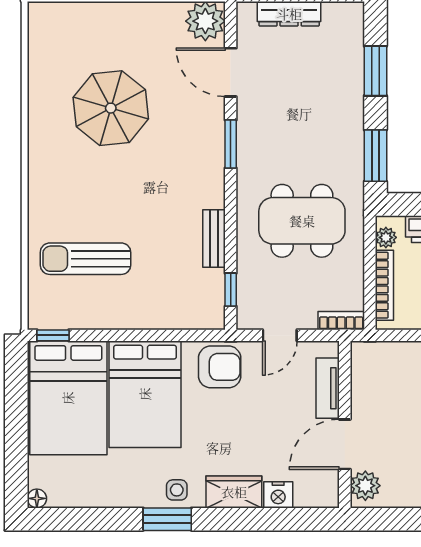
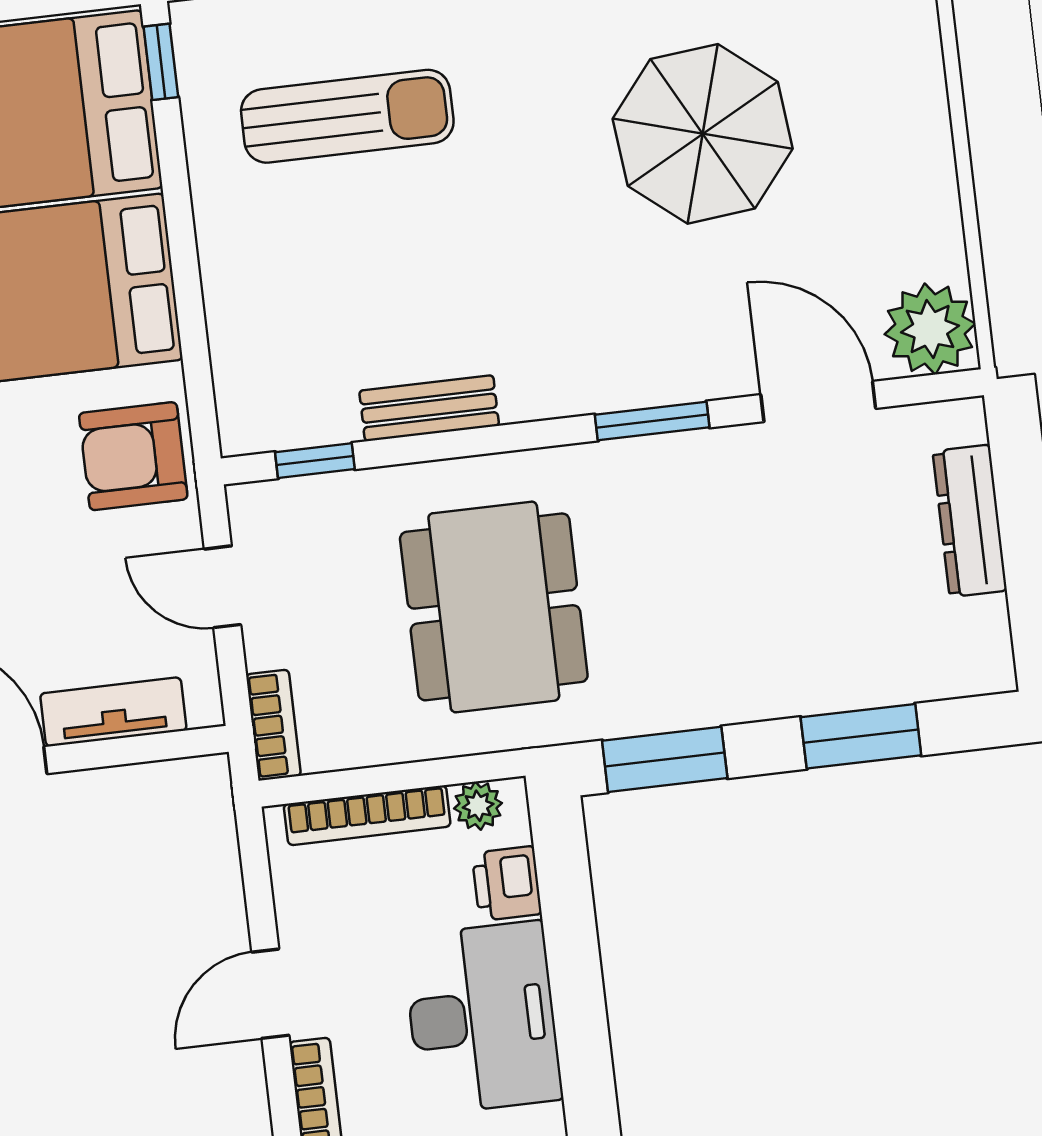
door: (231, 72) -> (818, 401), hinge flipped
sun lounger: (85, 259) -> (347, 116), turned 90
armchair: (220, 367) -> (133, 456), turned 90

